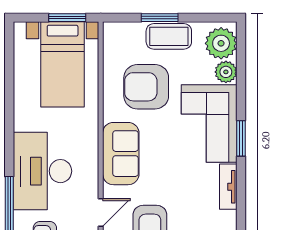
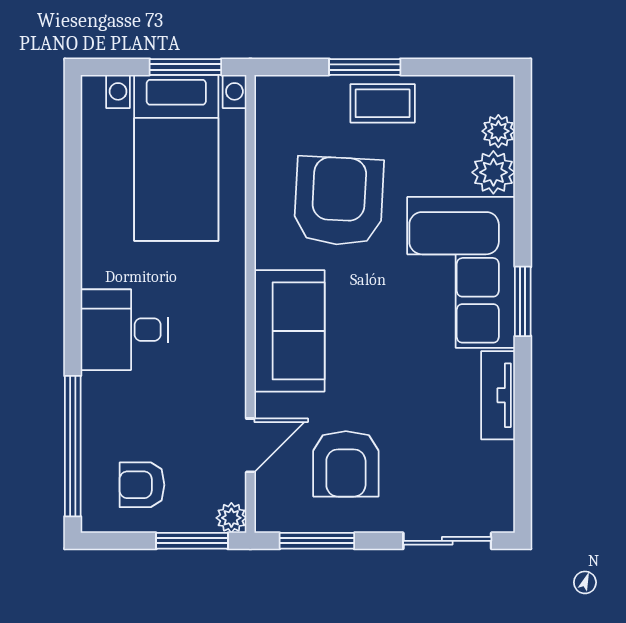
coffee table: (169, 36) -> (383, 103), width x0.73, depth x0.77
plant: (221, 43) -> (498, 131), width x0.53, depth x0.53
armchair: (146, 87) -> (339, 201), turned 93
desk: (42, 171) -> (124, 330), width x0.53, depth x0.77

